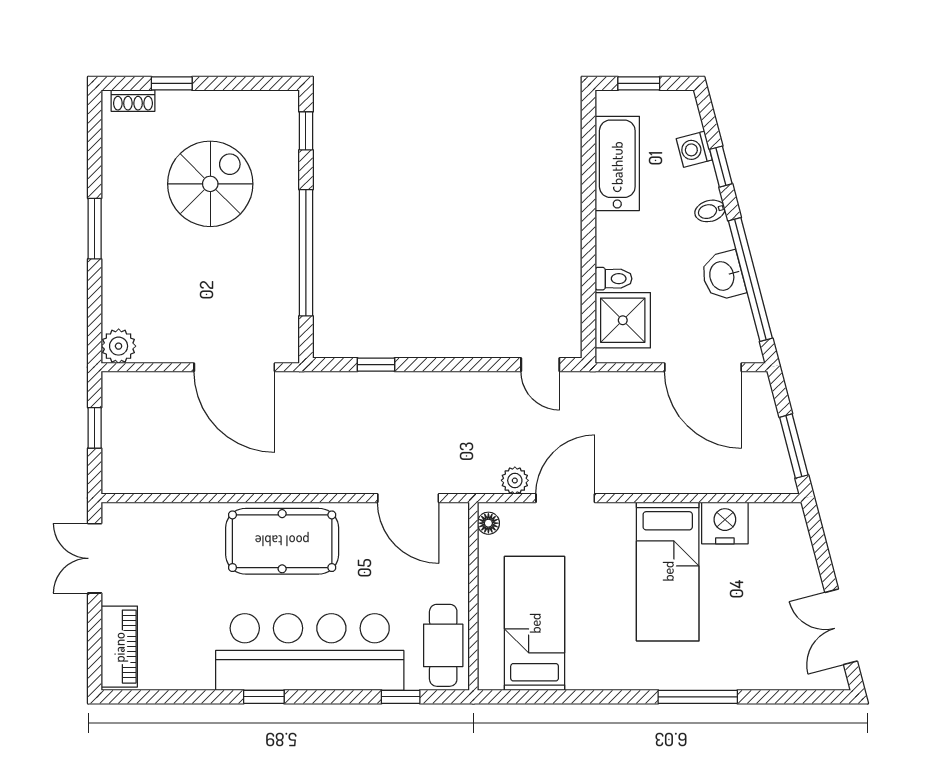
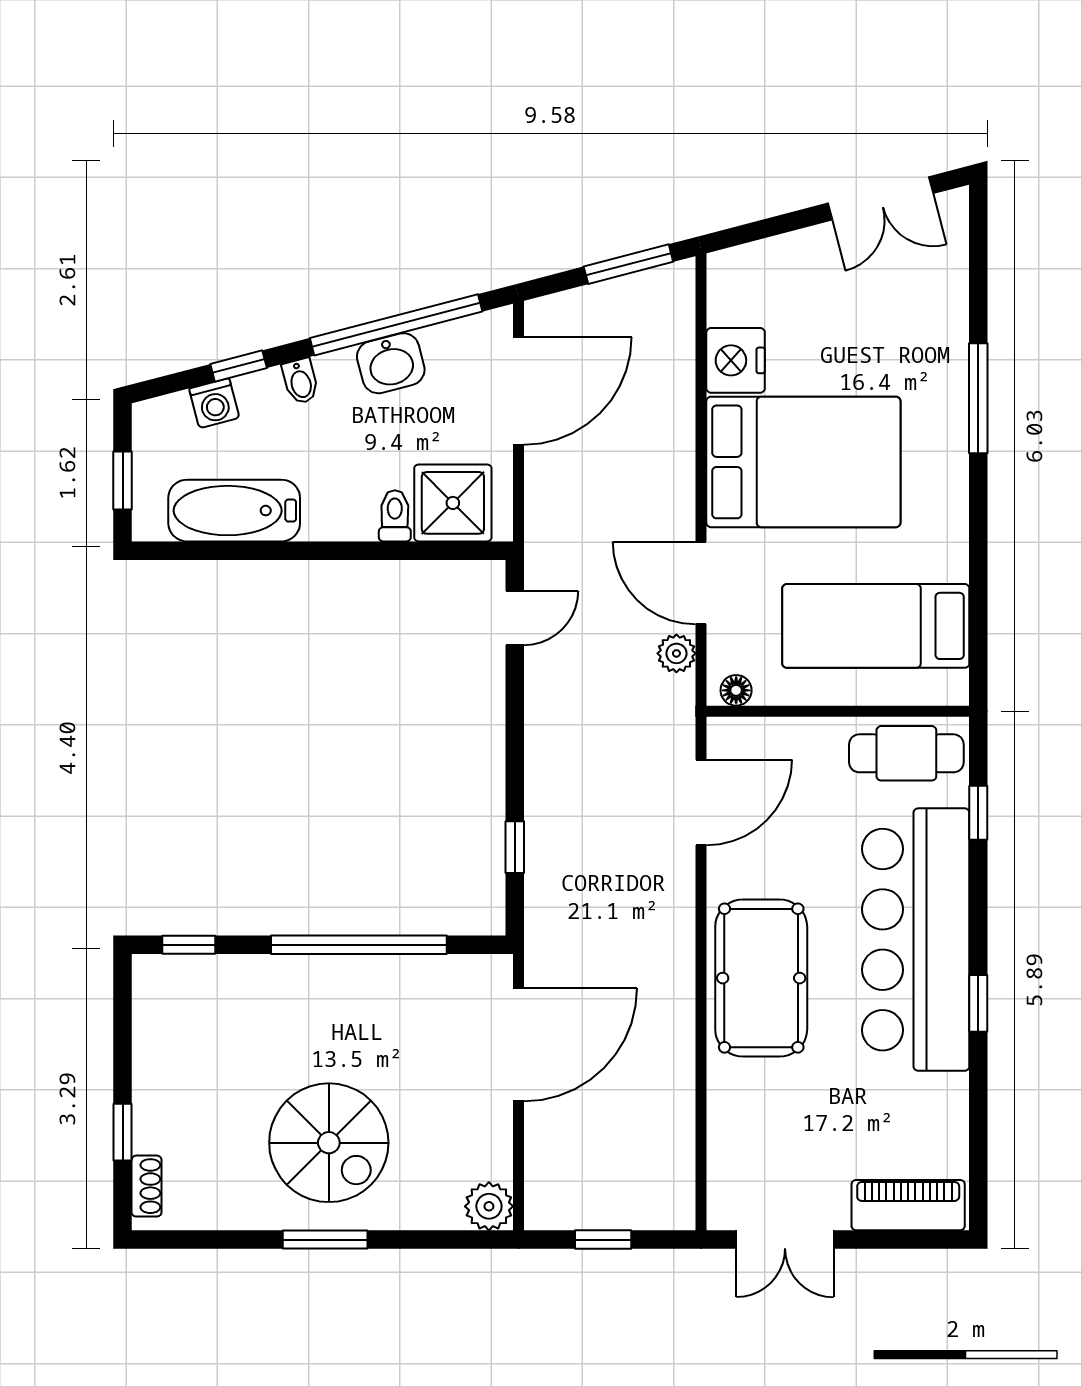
spiral stairs: (210, 184) -> (329, 1143), moved, turned 180
bed: (668, 571) -> (803, 462), width x1.50

